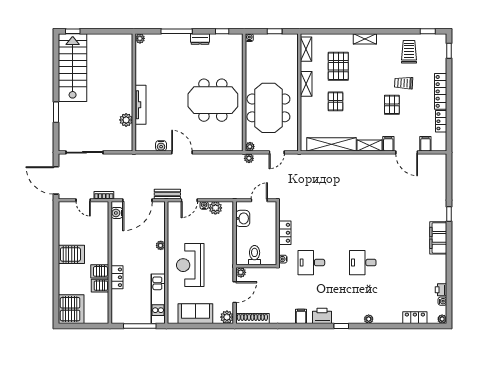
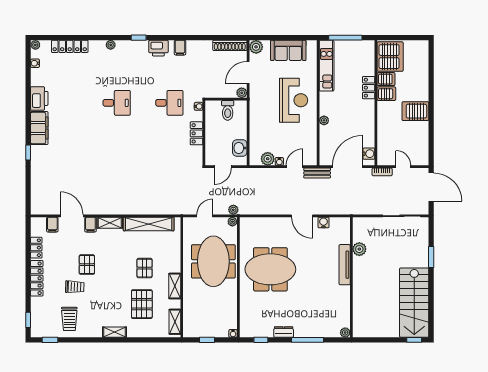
printer: (441, 290) -> (39, 98), moved, width x1.87, depth x1.48
server rack: (71, 309) -> (390, 57), moved, turned 180
locker: (415, 318) -> (70, 46), width x1.53

